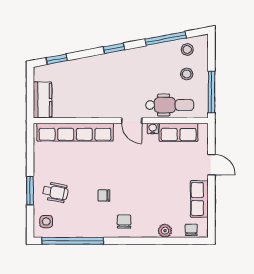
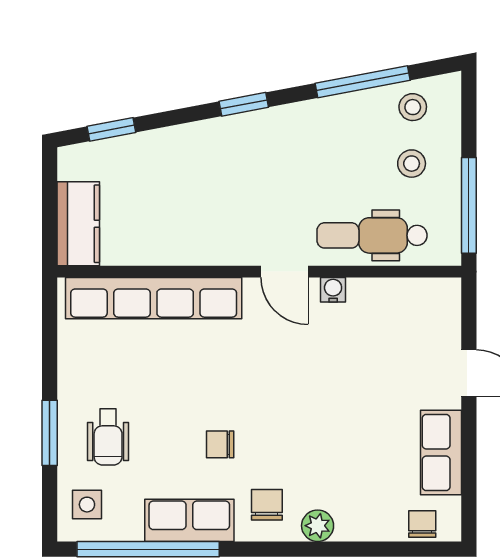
dental chair: (170, 105) -> (372, 235), turned 180
row of seats: (179, 132) -> (189, 520), moved, turned 180
wheelchair: (55, 192) -> (108, 437), turned 79
plant: (165, 231) -> (318, 526), moved

